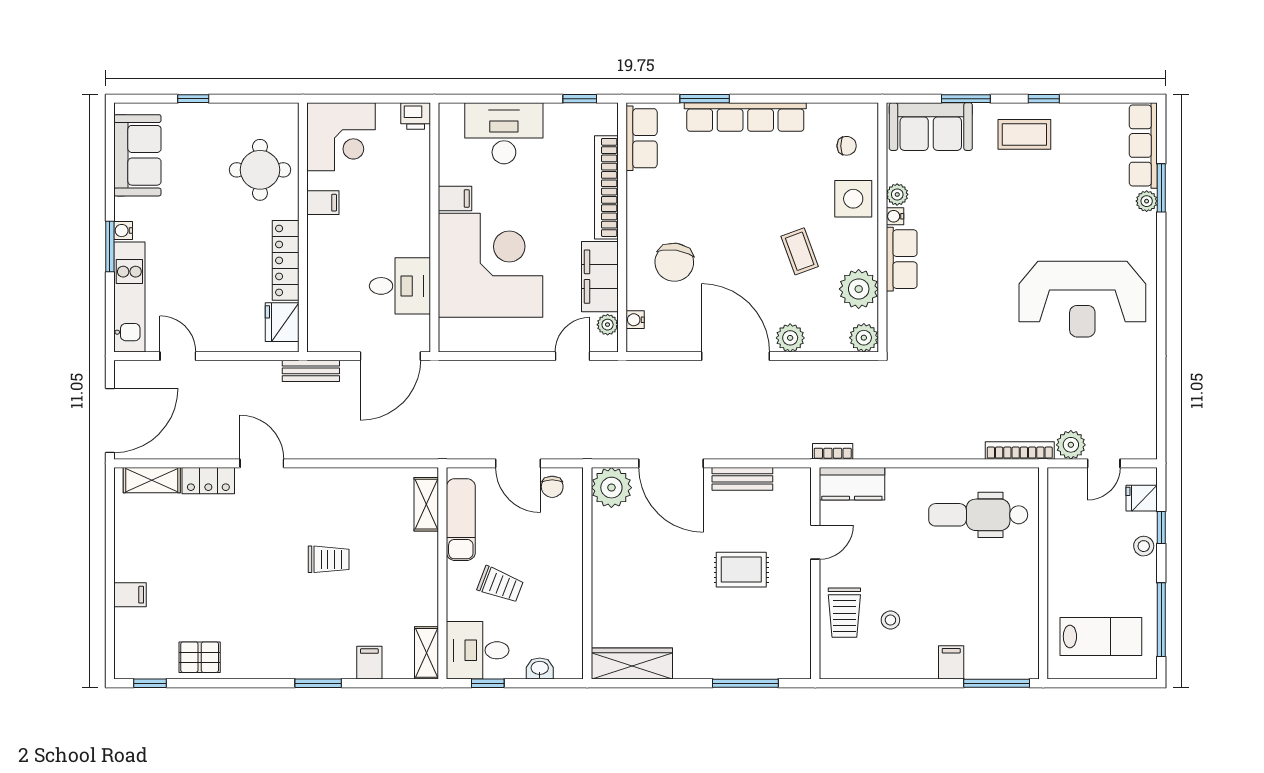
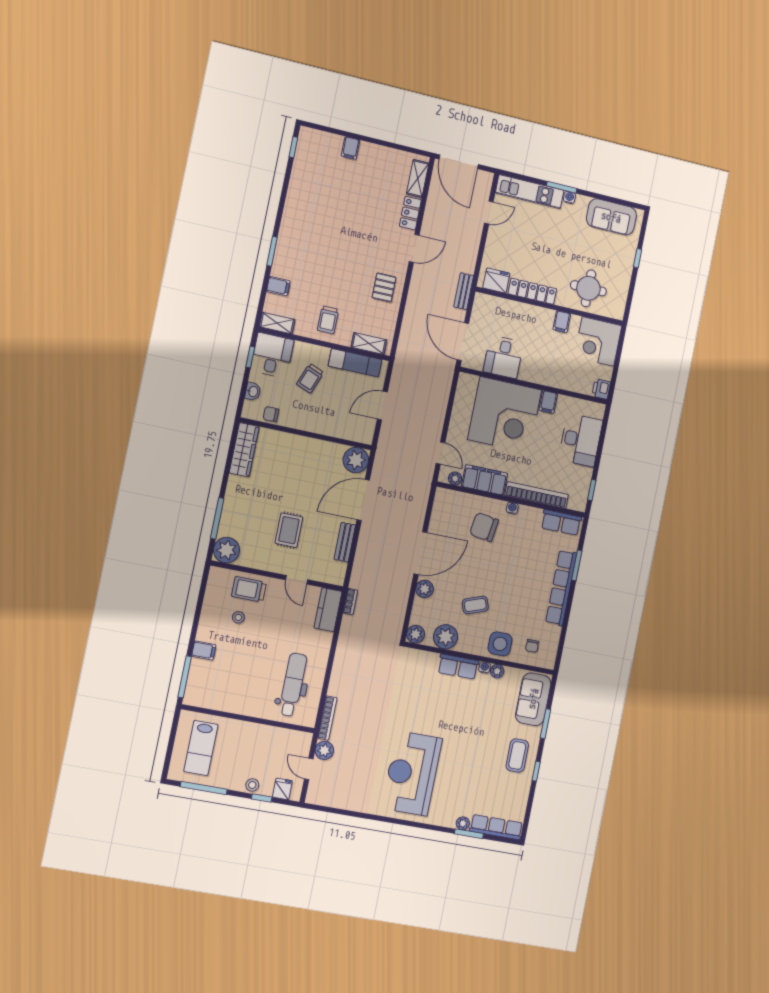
water cooler: (635, 320) -> (512, 508), moved
chair: (552, 487) -> (271, 414), moved
trolley: (329, 559) -> (328, 320), moved
pallet: (200, 657) -> (384, 287), moved
plant: (791, 659) -> (227, 550), added

